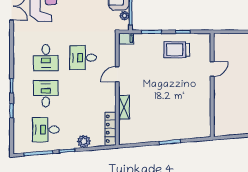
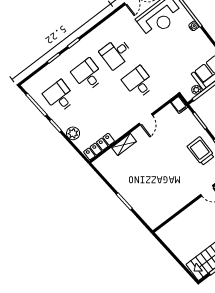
door: (117, 74) -> (146, 119), swing flipped
desk: (46, 94) -> (88, 75), turned -90

